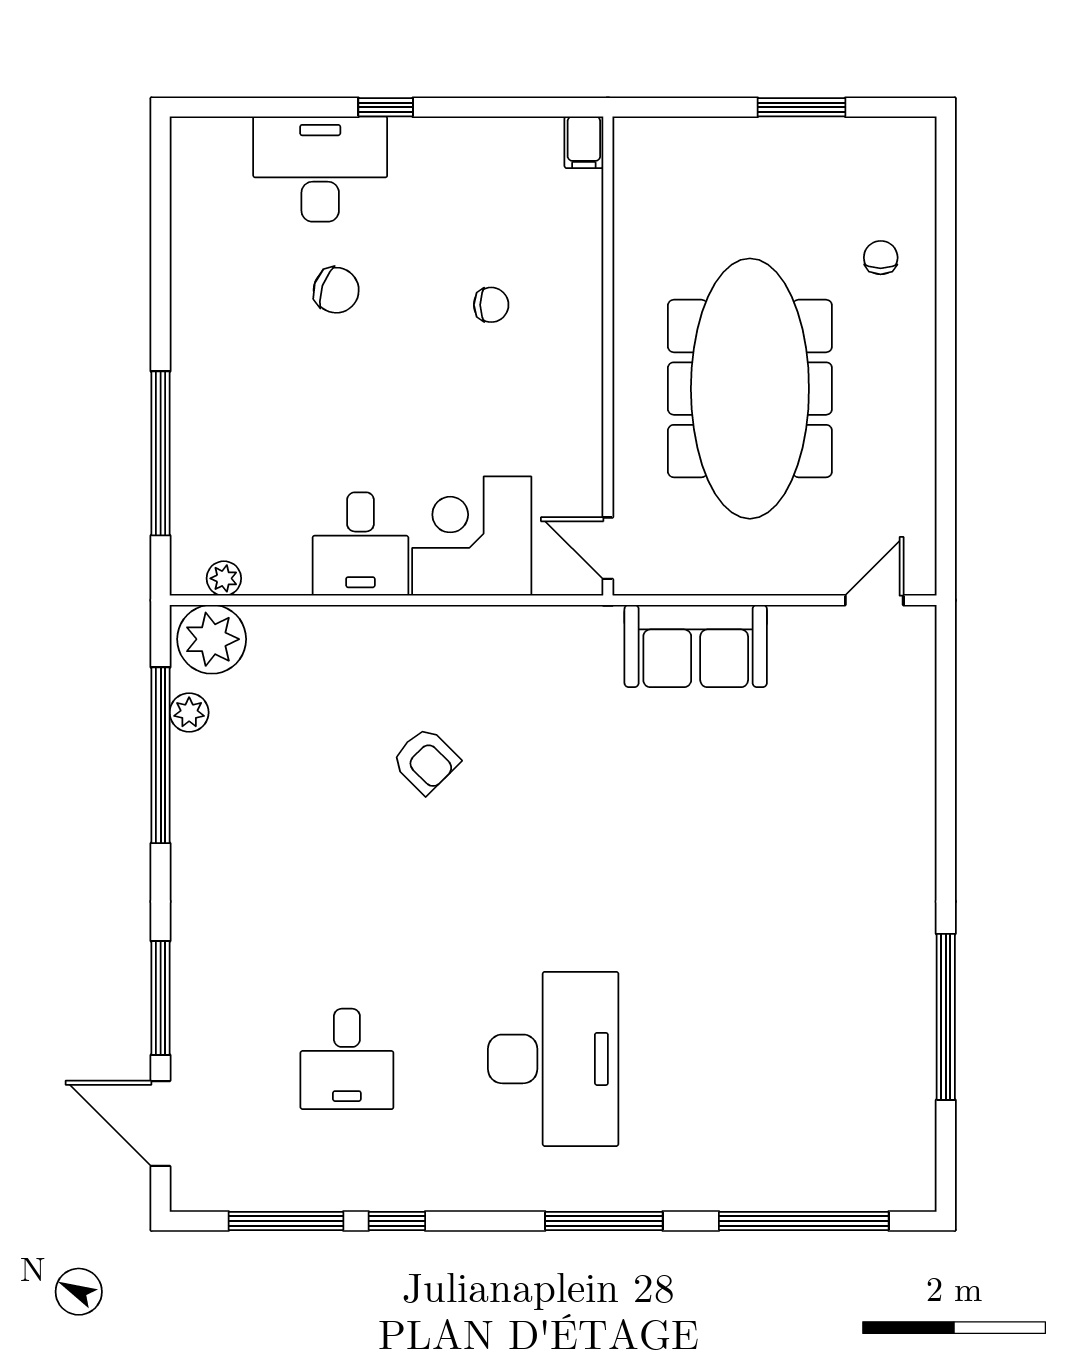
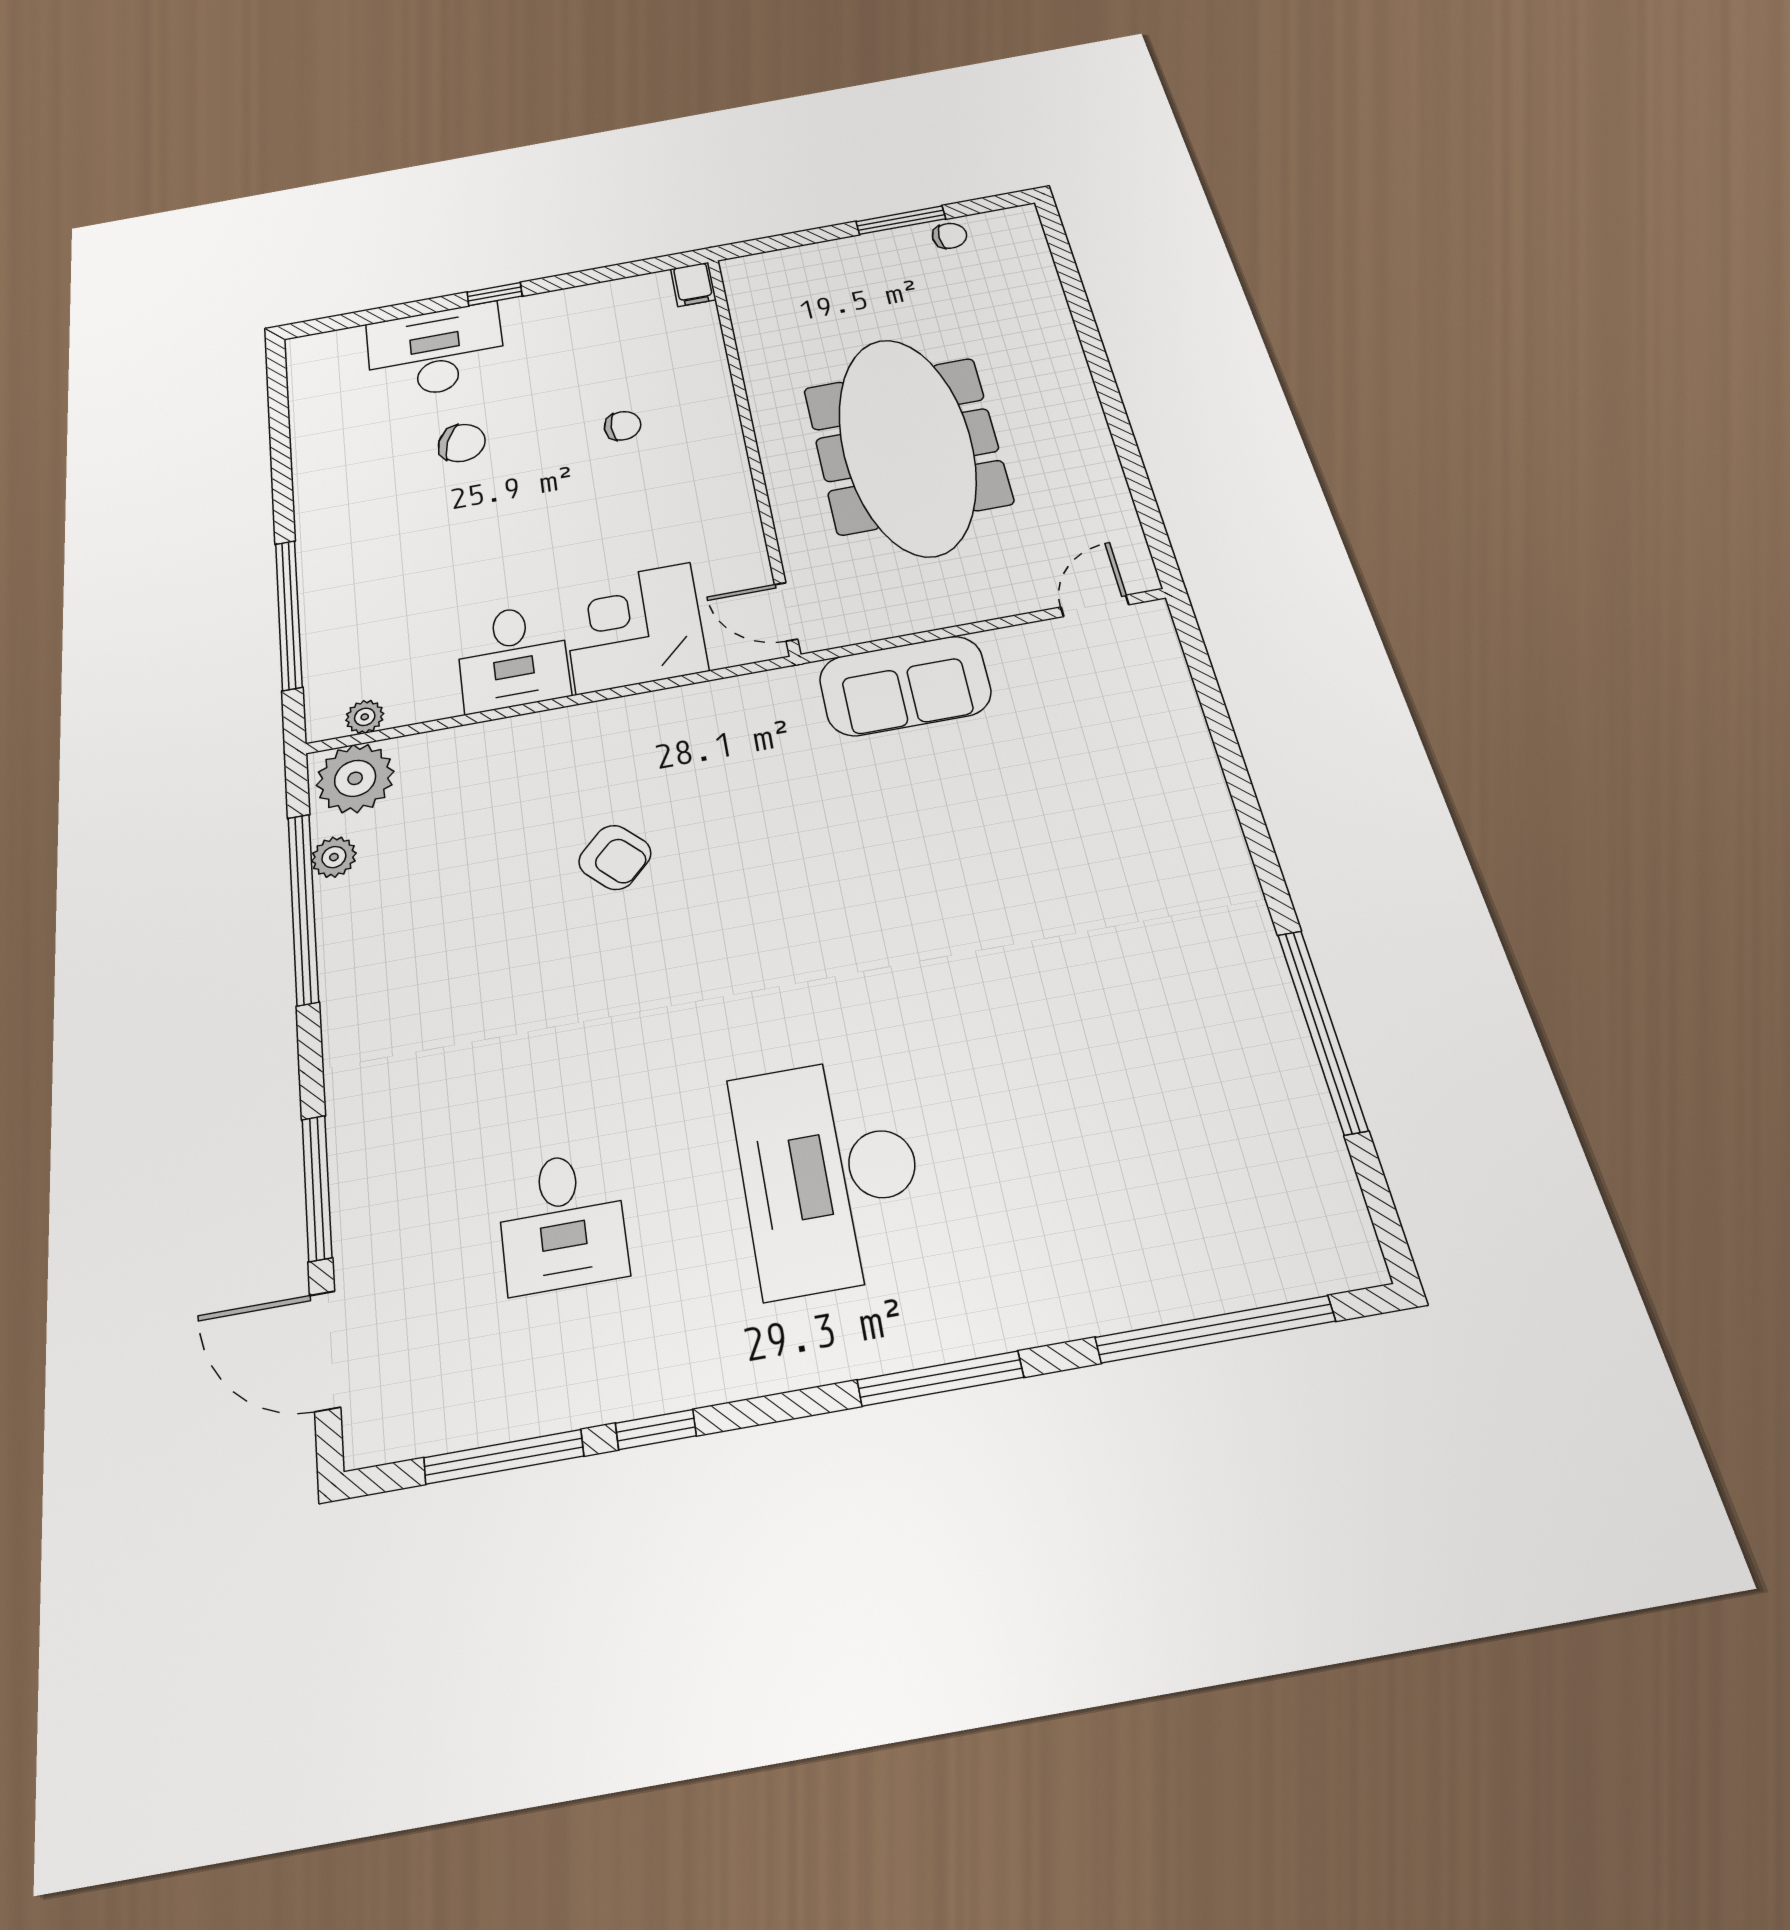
chair: (881, 258) -> (950, 236), moved, turned 90
desk: (553, 1059) -> (829, 1173), turned 180

